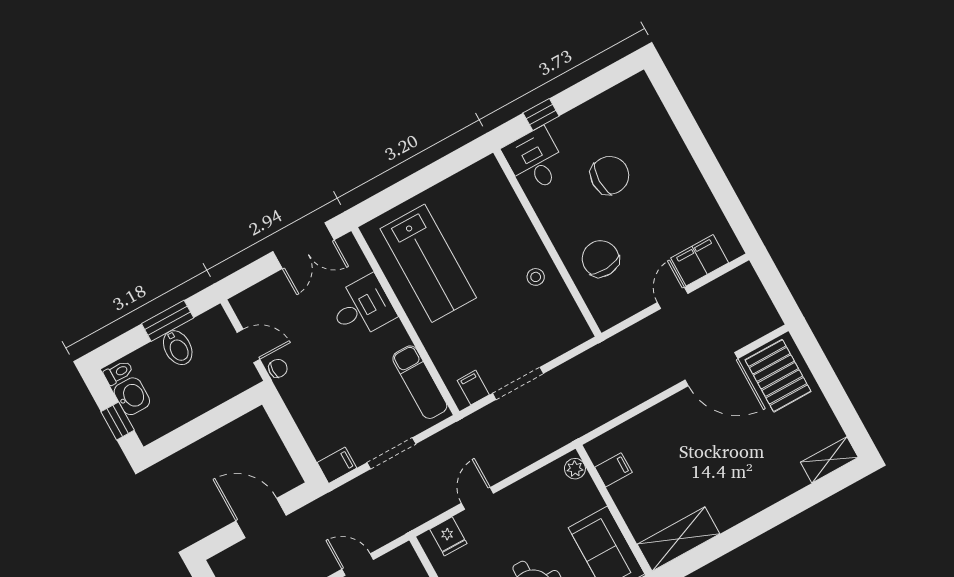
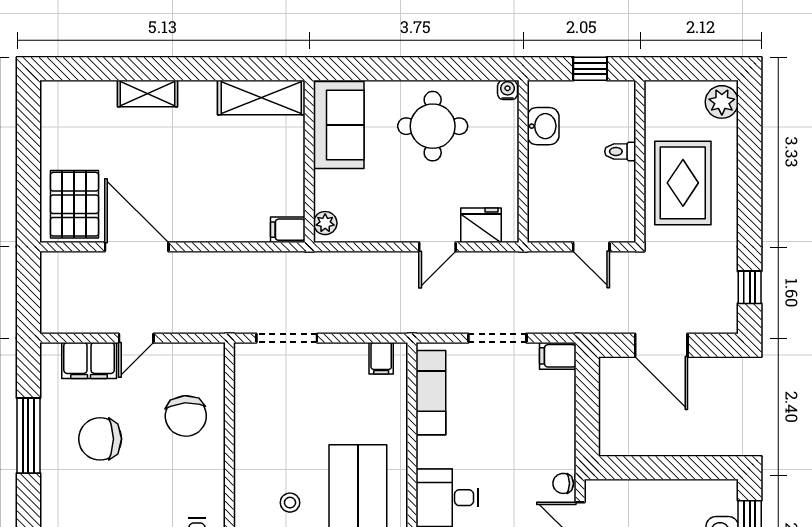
chair: (610, 175) -> (100, 439), moved
window: (714, 176) -> (28, 436), added
stool: (536, 277) -> (290, 503), moved
doorway: (518, 383) -> (287, 338), moved
shelving: (829, 460) -> (147, 93), moved
filing cabinet: (613, 470) -> (288, 230), moved
fridge: (448, 536) -> (481, 225), width x1.38

